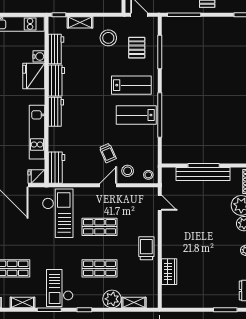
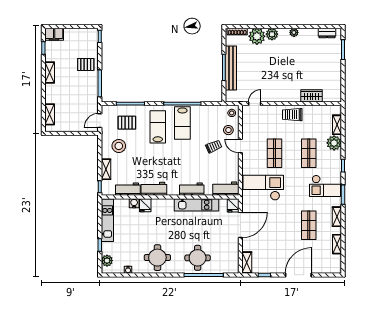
fridge: (34, 76) -> (145, 205), width x0.53, depth x0.75
workbench: (56, 112) -> (192, 189), moved

